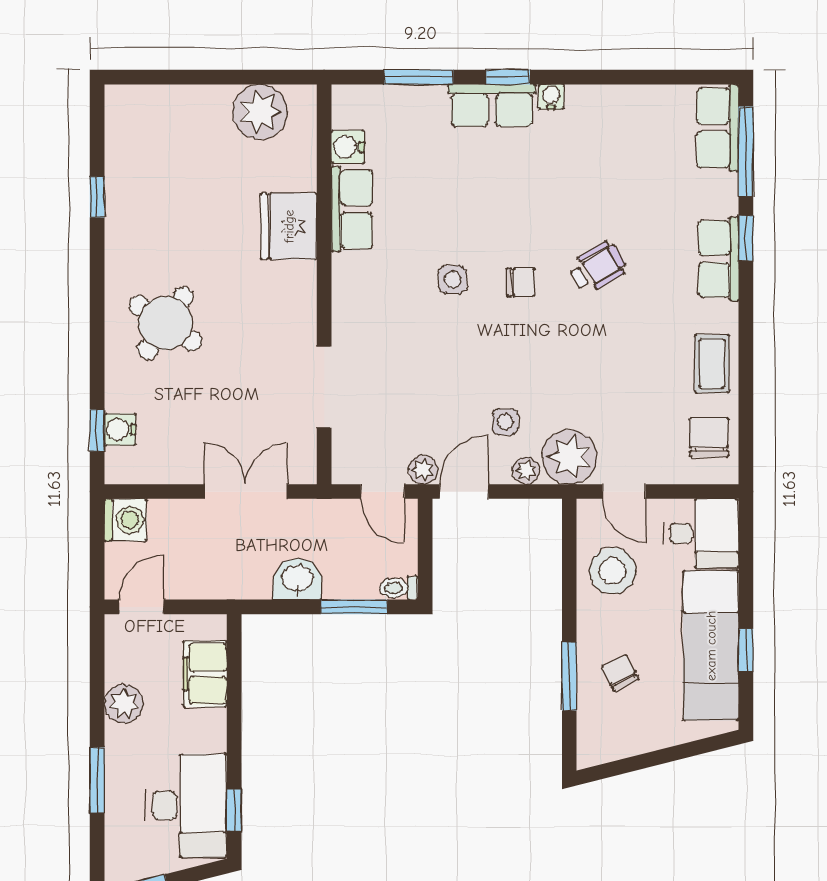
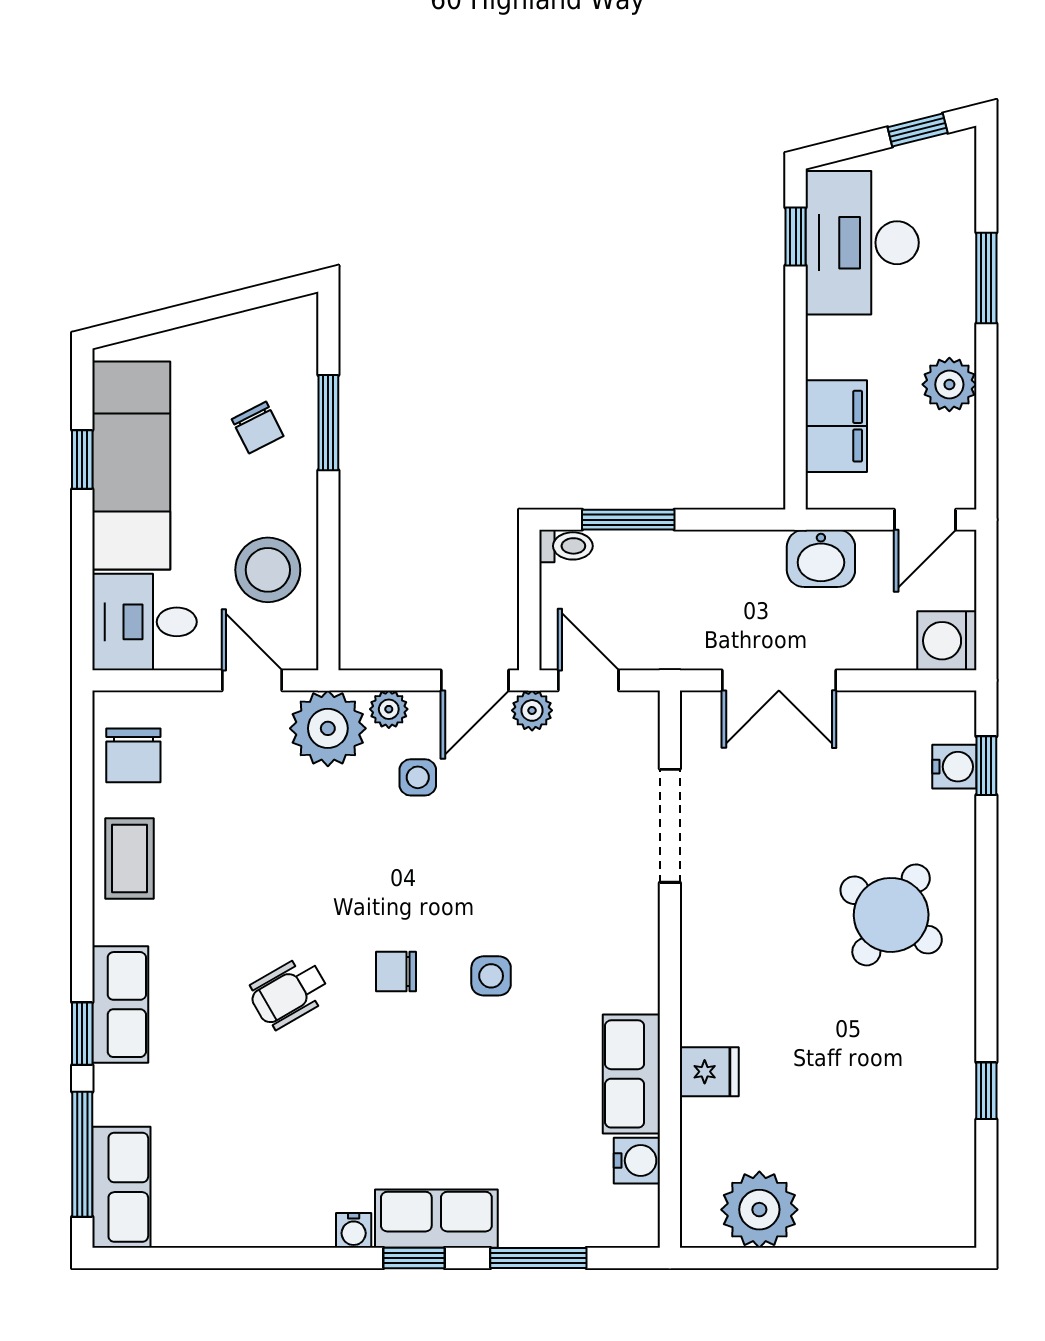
fridge: (289, 226) -> (709, 1072), width x0.53, depth x0.75
washbasin: (298, 579) -> (821, 558), moved

